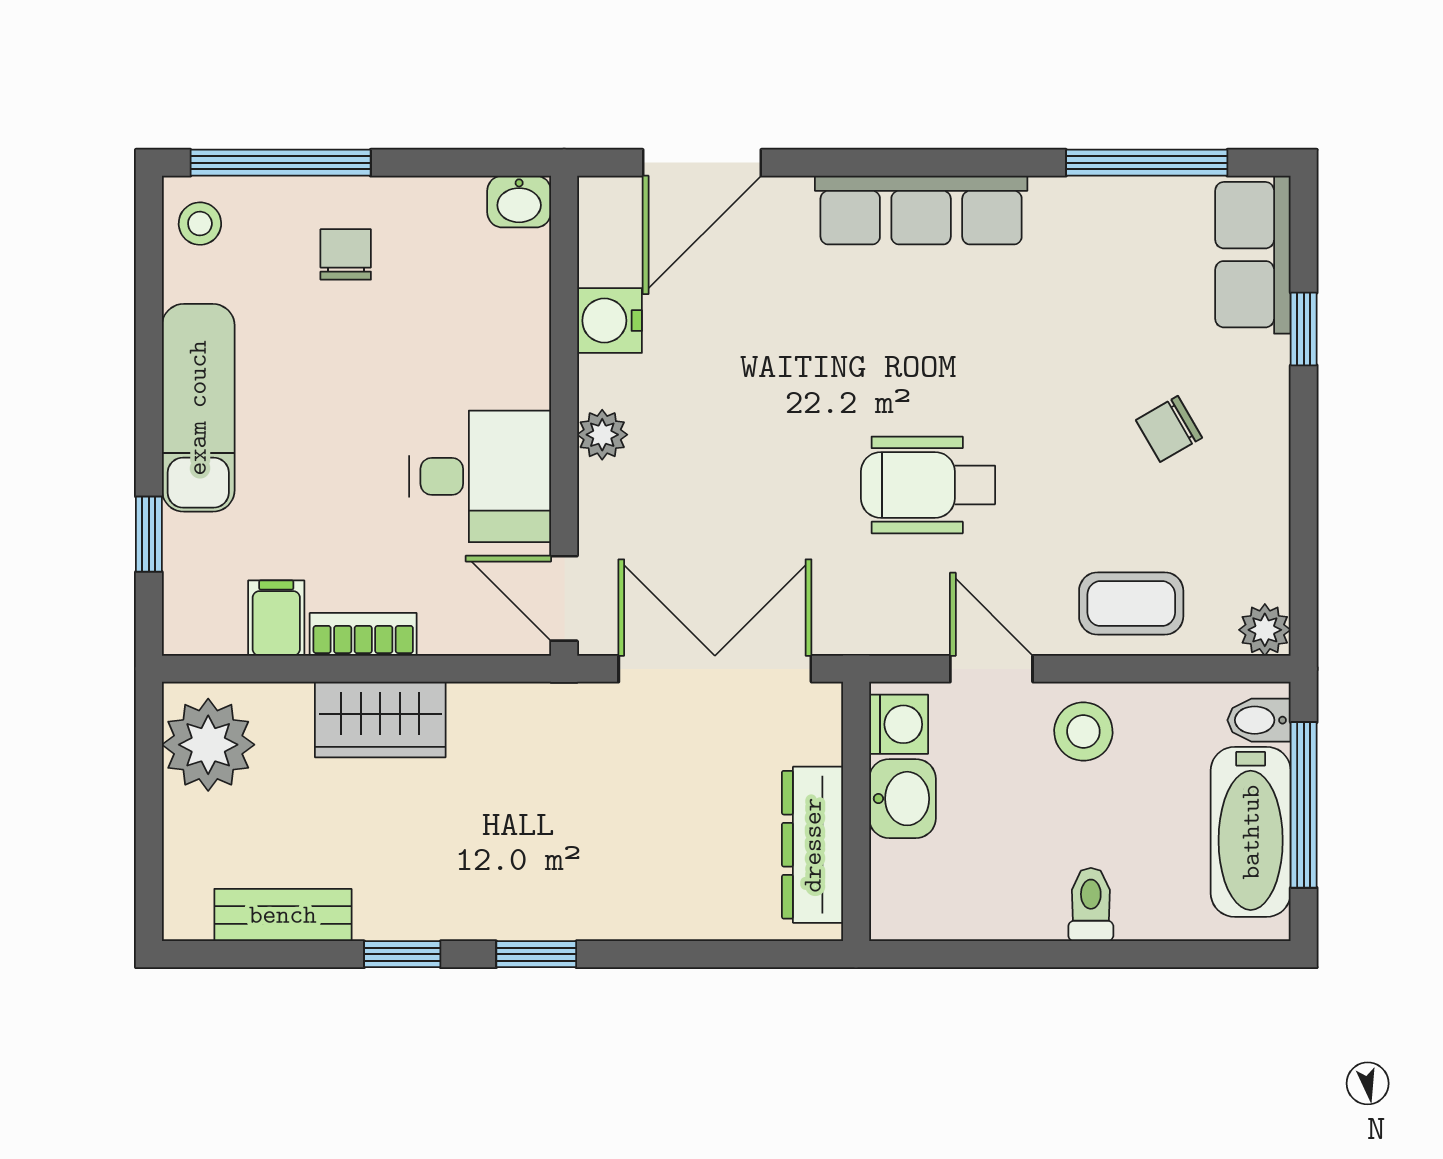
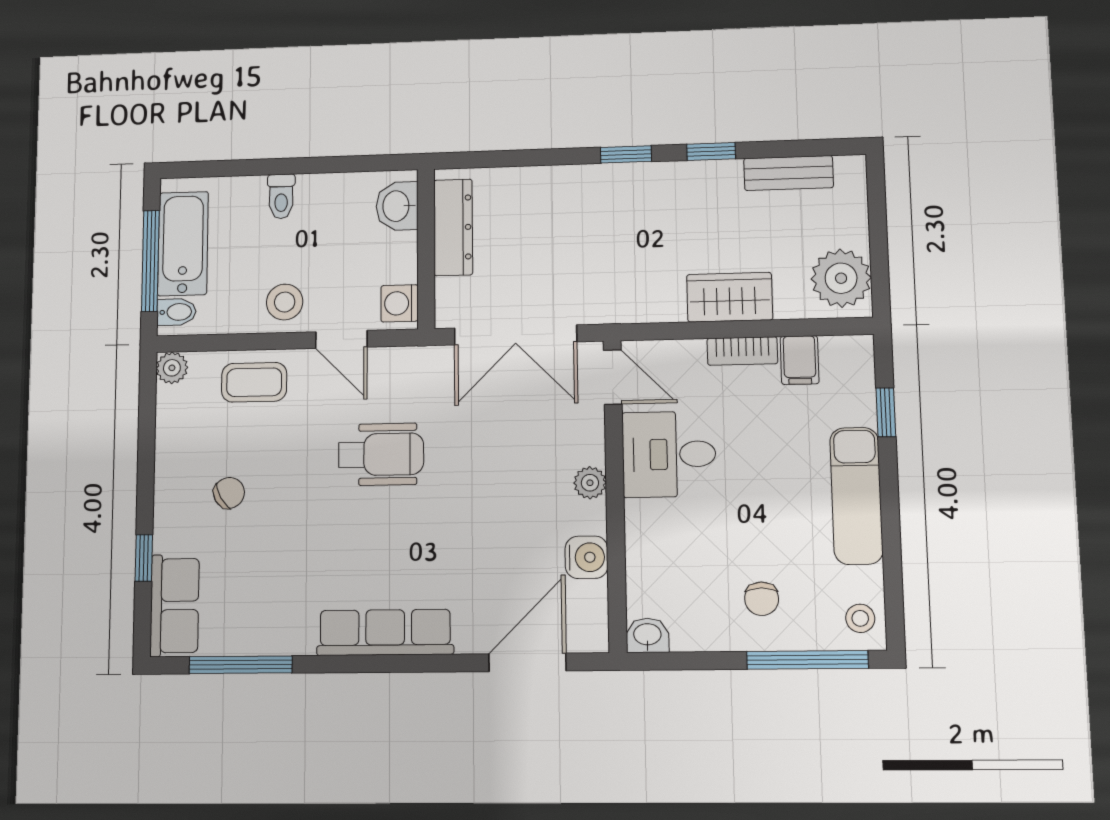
washbasin: (902, 799) -> (397, 206), moved

